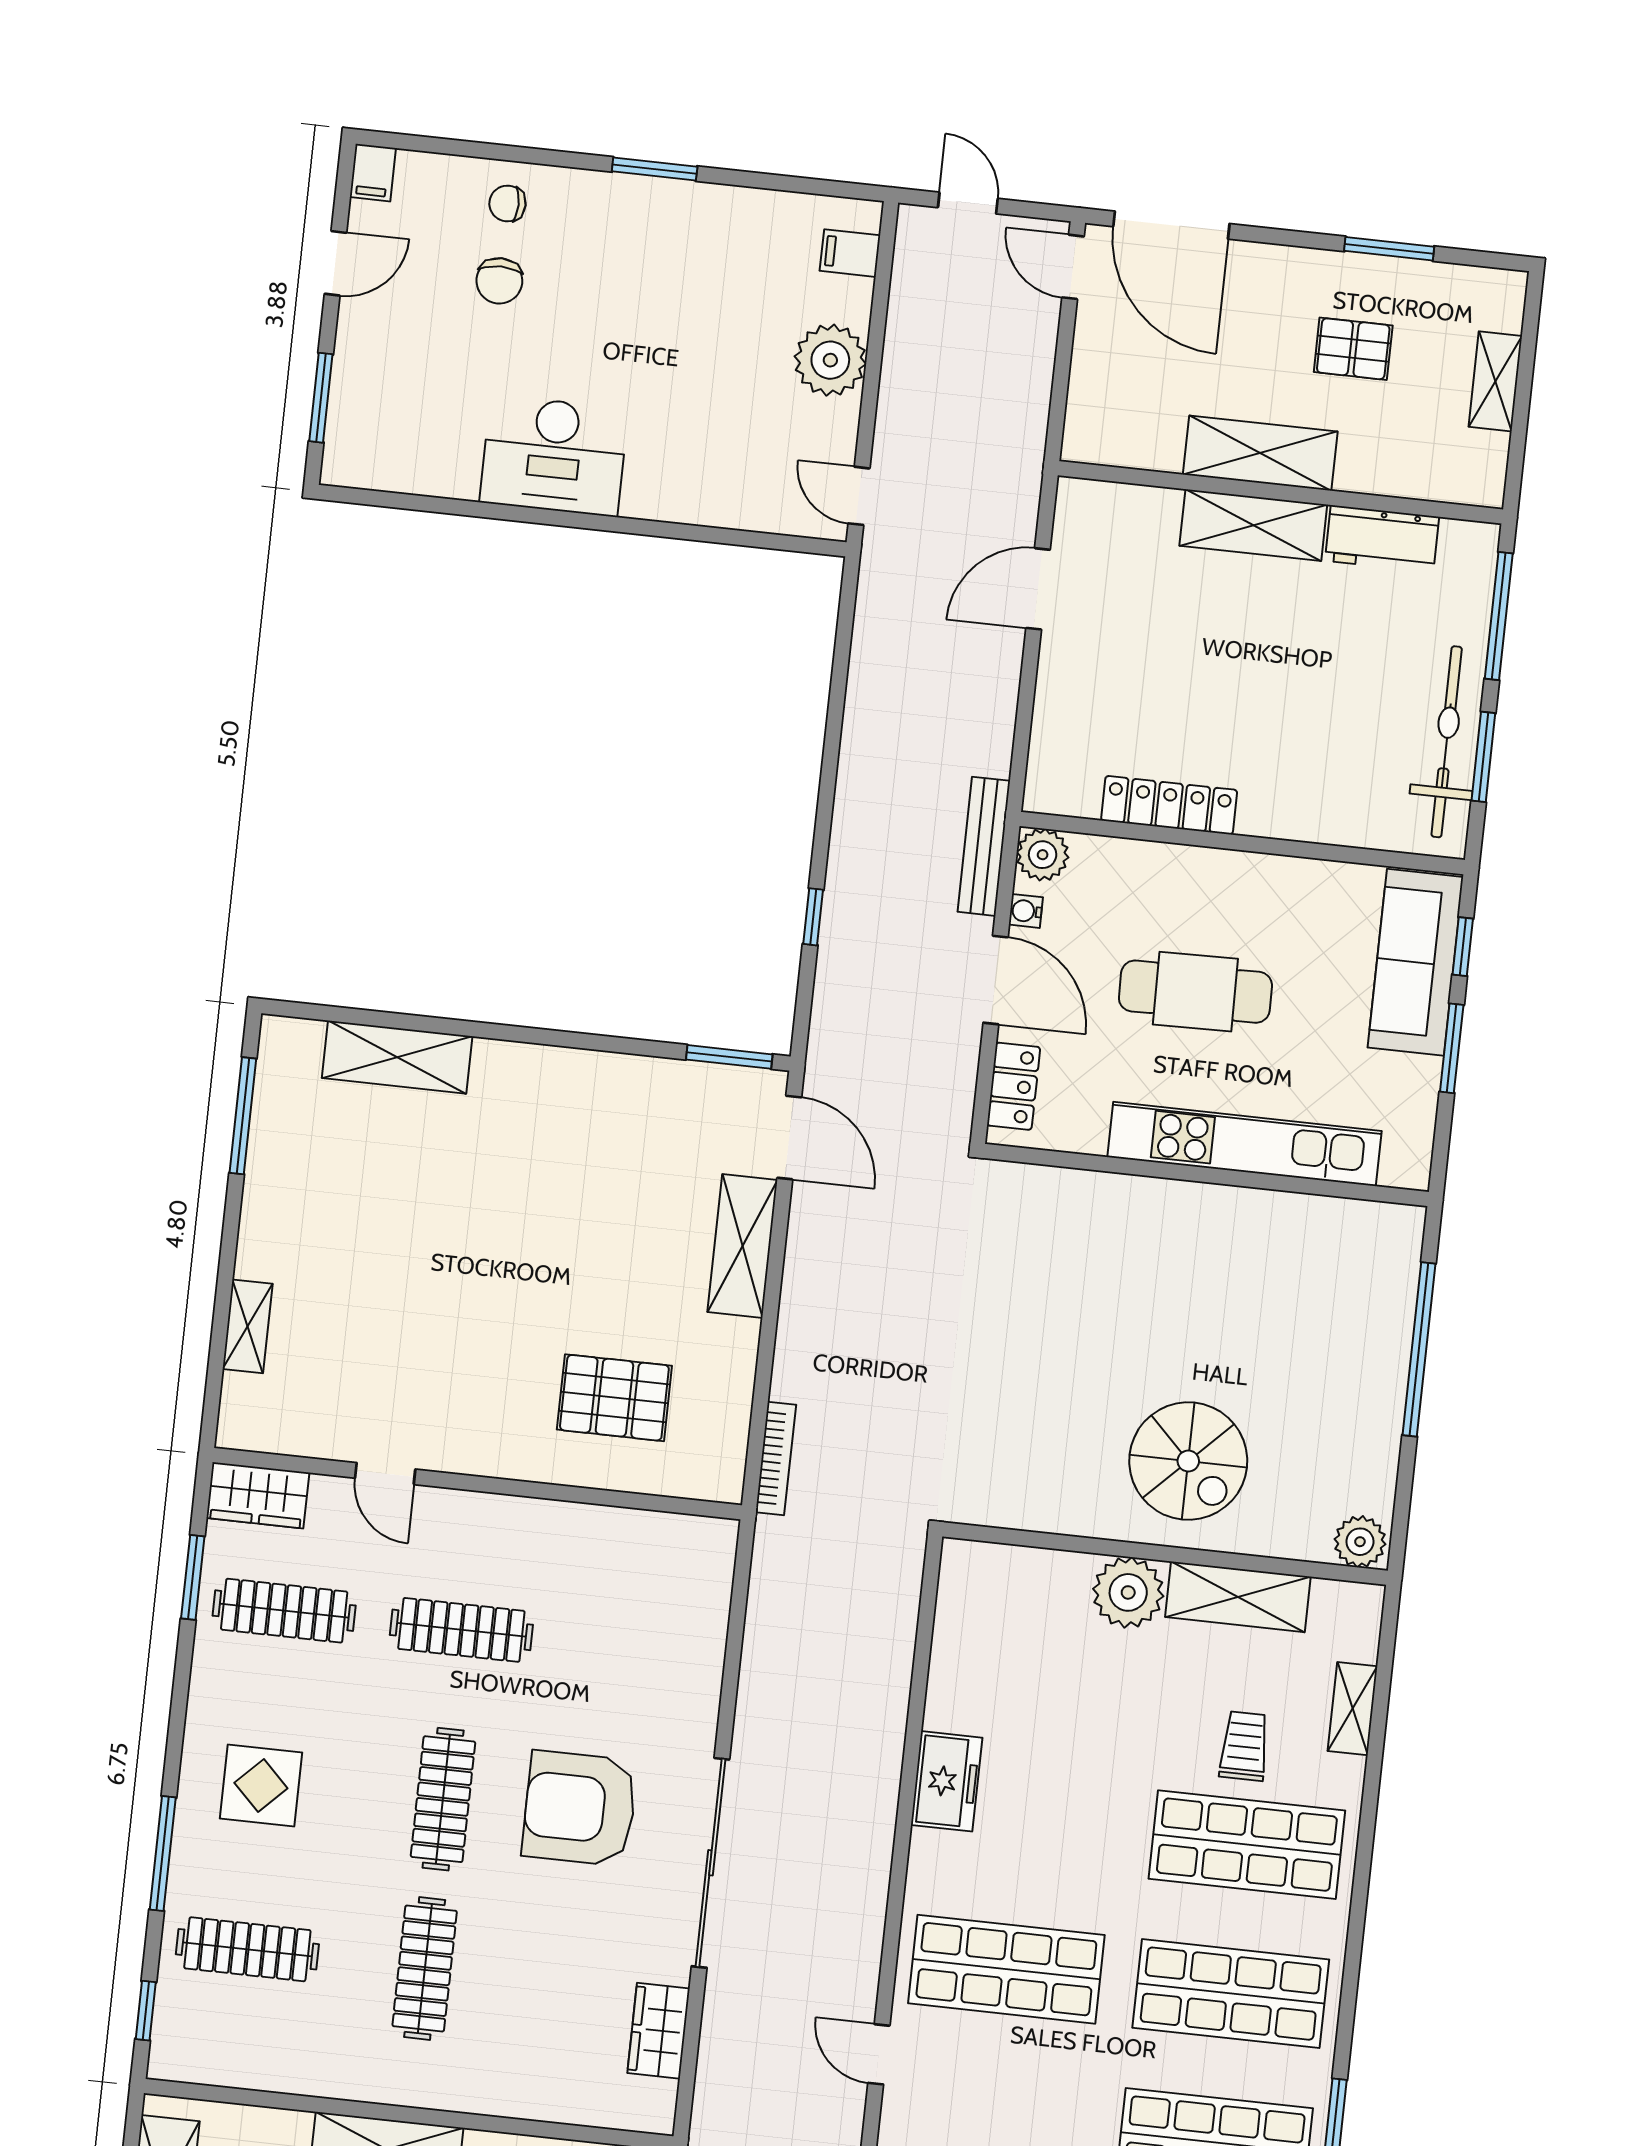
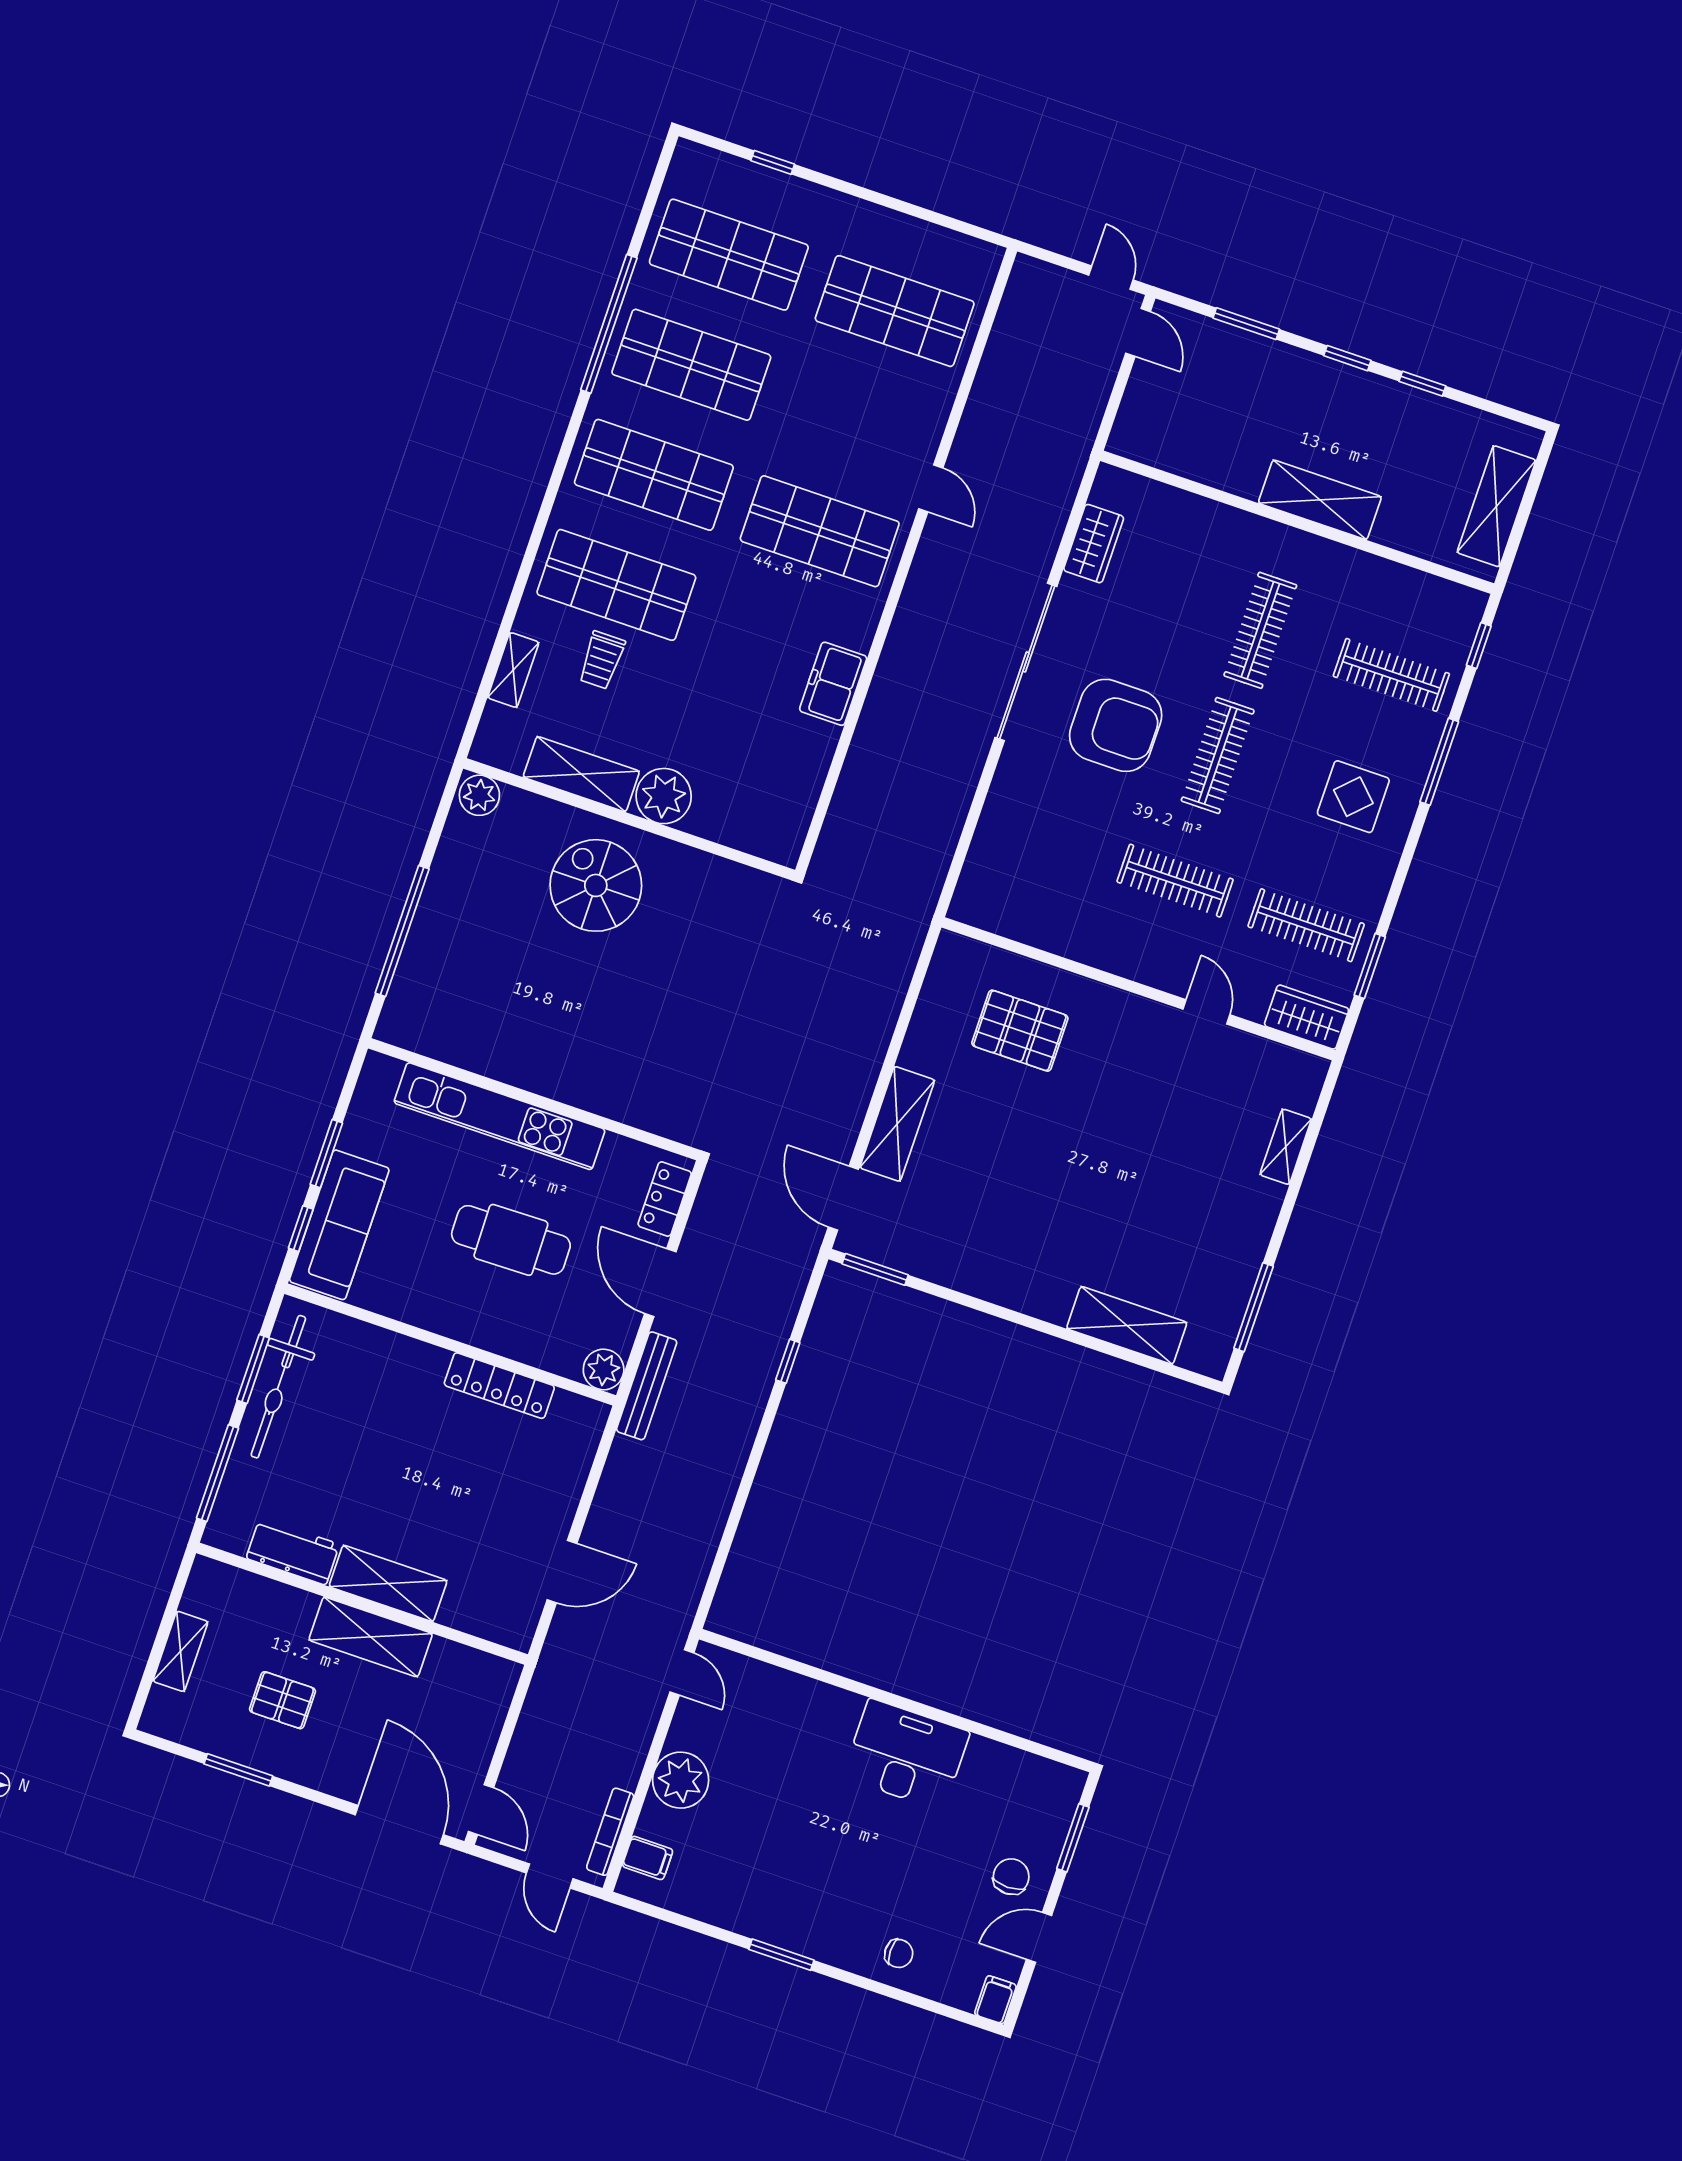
chair: (499, 281) -> (1011, 1877), moved
water cooler: (1026, 911) -> (626, 1330), removed
bookcase: (776, 1458) -> (610, 1832), moved

